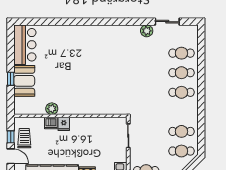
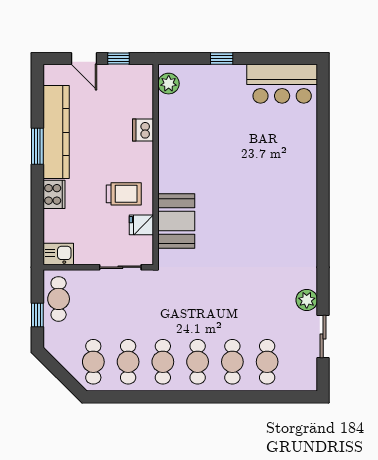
booth: (24, 81) -> (176, 221), moved, turned 90
plant: (52, 109) -> (169, 84), moved
cafe table: (181, 112) -> (163, 362), added
fridge: (64, 124) -> (141, 225), moved
trolley: (24, 138) -> (124, 194), moved
door: (11, 156) -> (84, 58), hinge flipped

